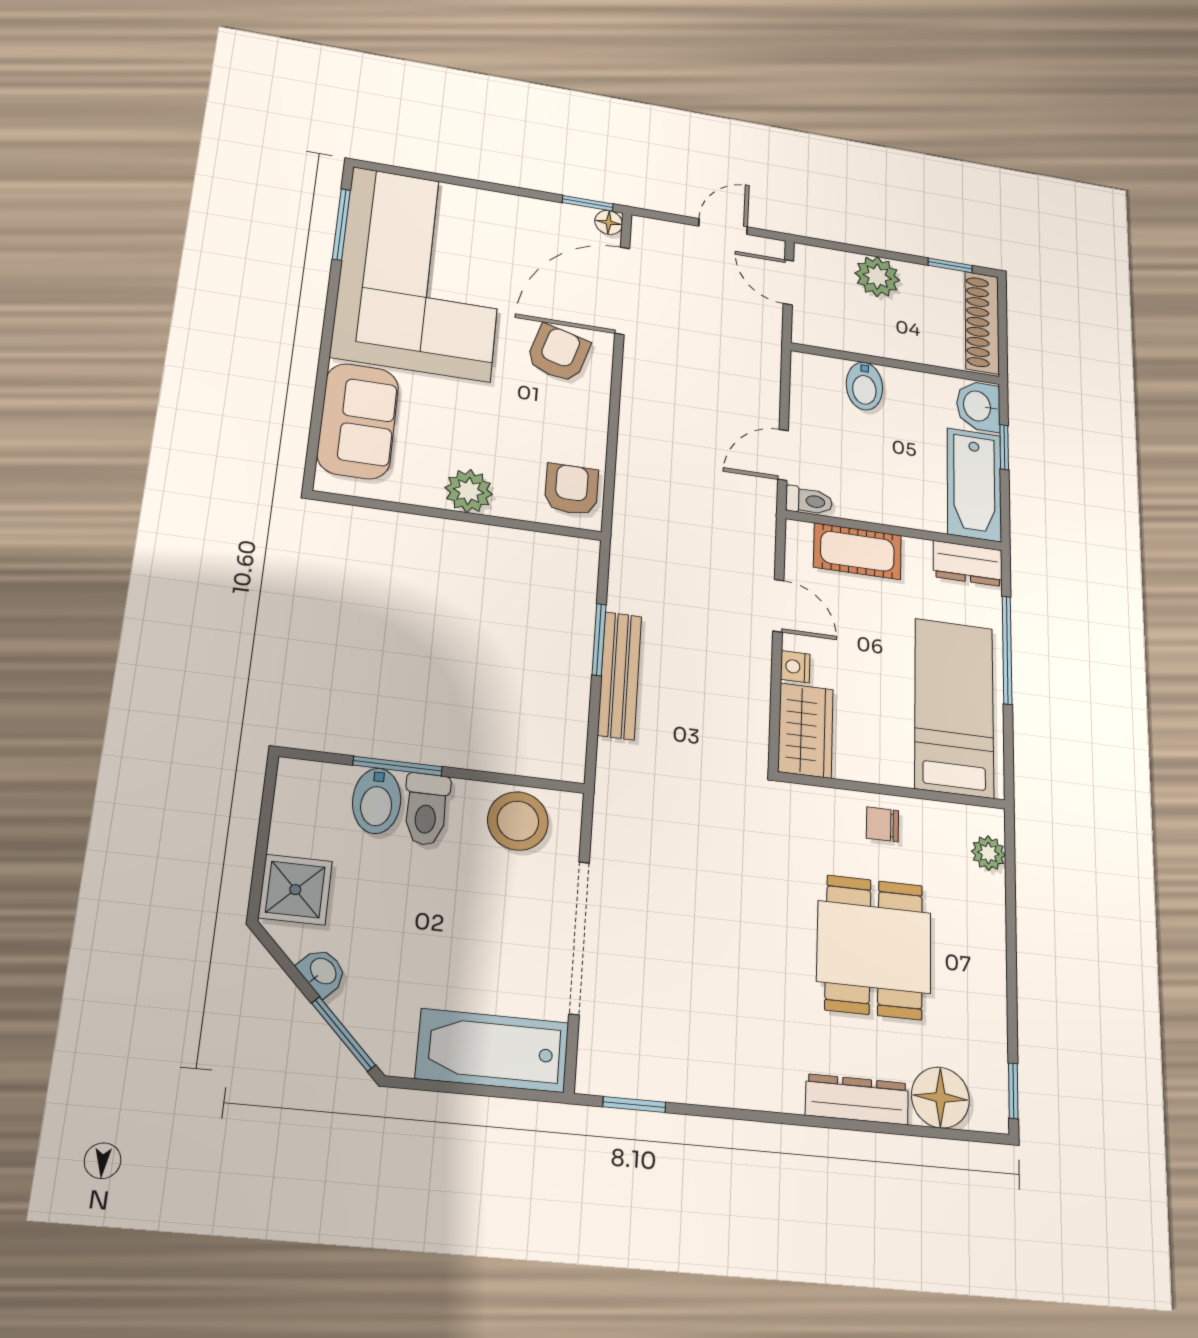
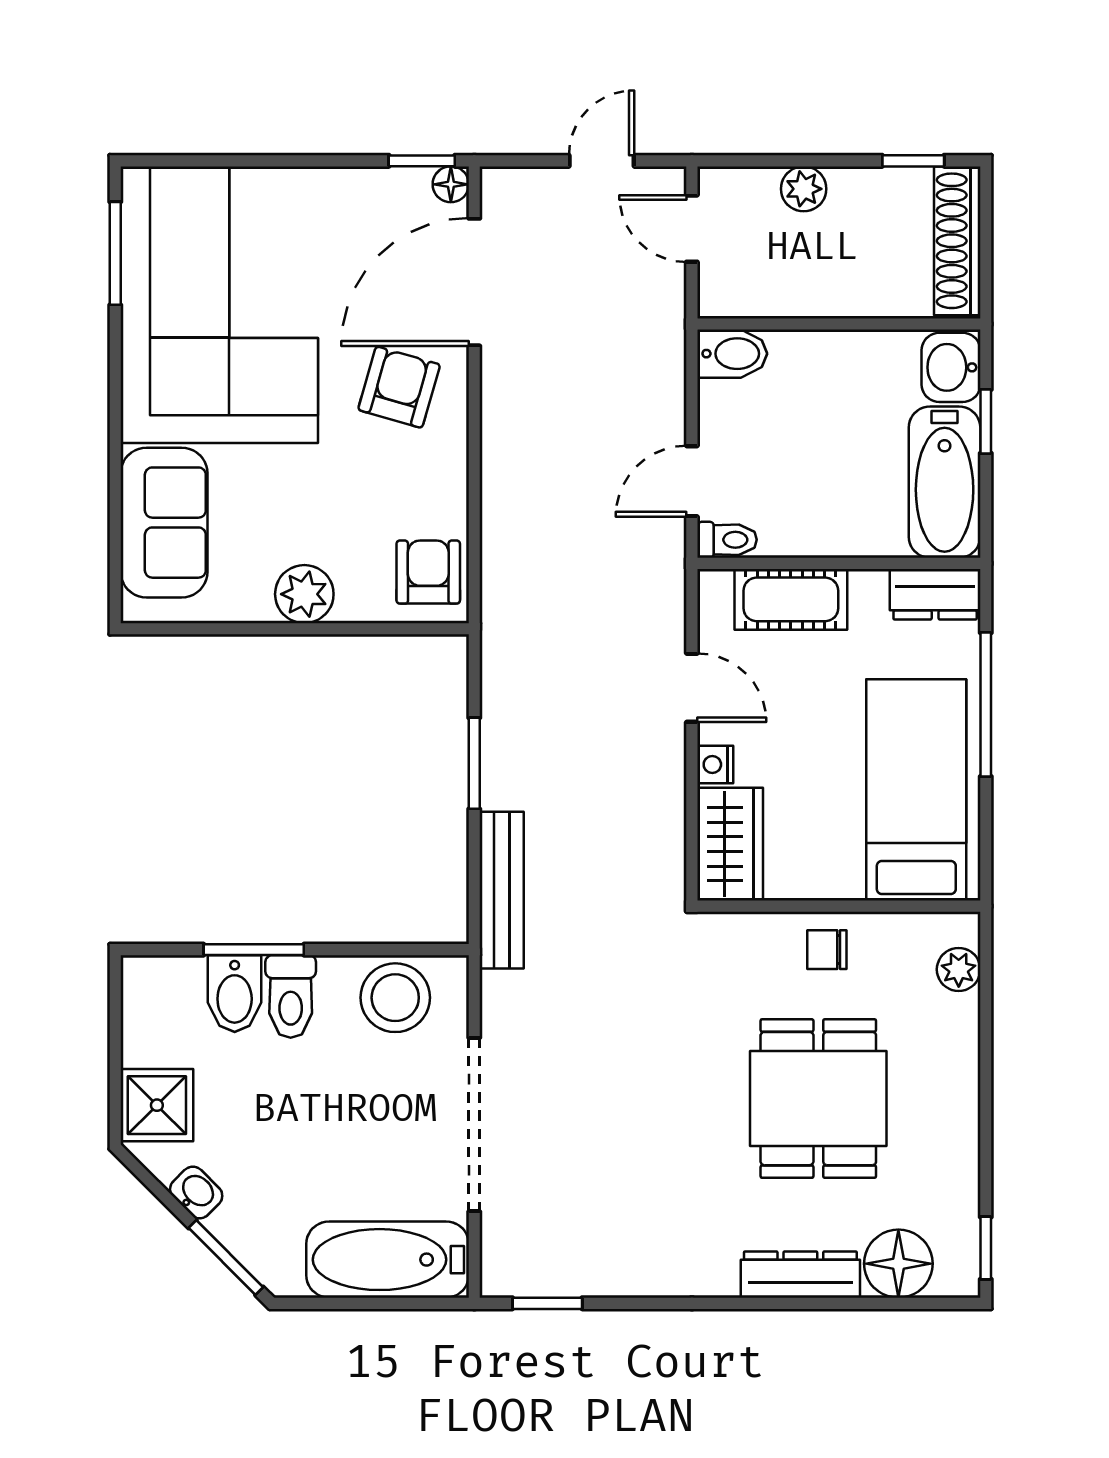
plant: (877, 277) -> (804, 189), width x0.73, depth x0.73
bidet: (864, 386) -> (732, 354), moved, turned -90
bench: (620, 675) -> (502, 890), moved

